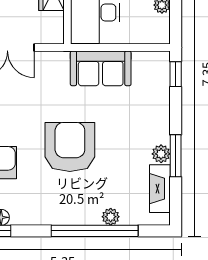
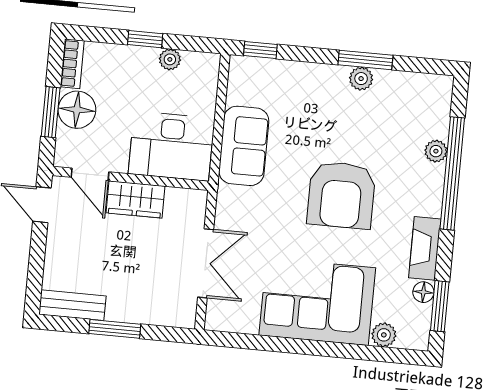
armchair: (70, 147) -> (341, 195), turned -90
fireplace: (160, 189) -> (425, 248), moved, turned 90

